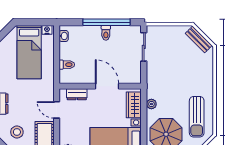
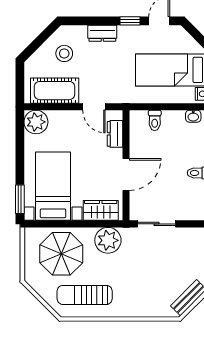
sliding door: (144, 47) -> (156, 224), moved
plant: (151, 104) -> (108, 240), width x1.87, depth x1.87
door: (57, 110) -> (94, 107), swing flipped

